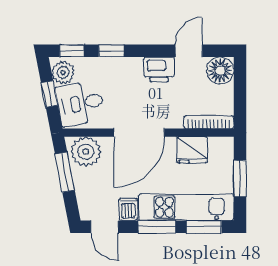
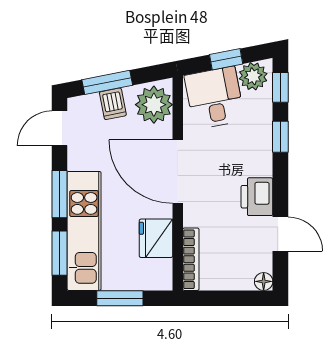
floor lamp: (220, 71) -> (264, 281), width x0.53, depth x0.53
window: (65, 172) -> (107, 82), moved
dishwasher: (128, 209) -> (113, 104), moved, turned 79

